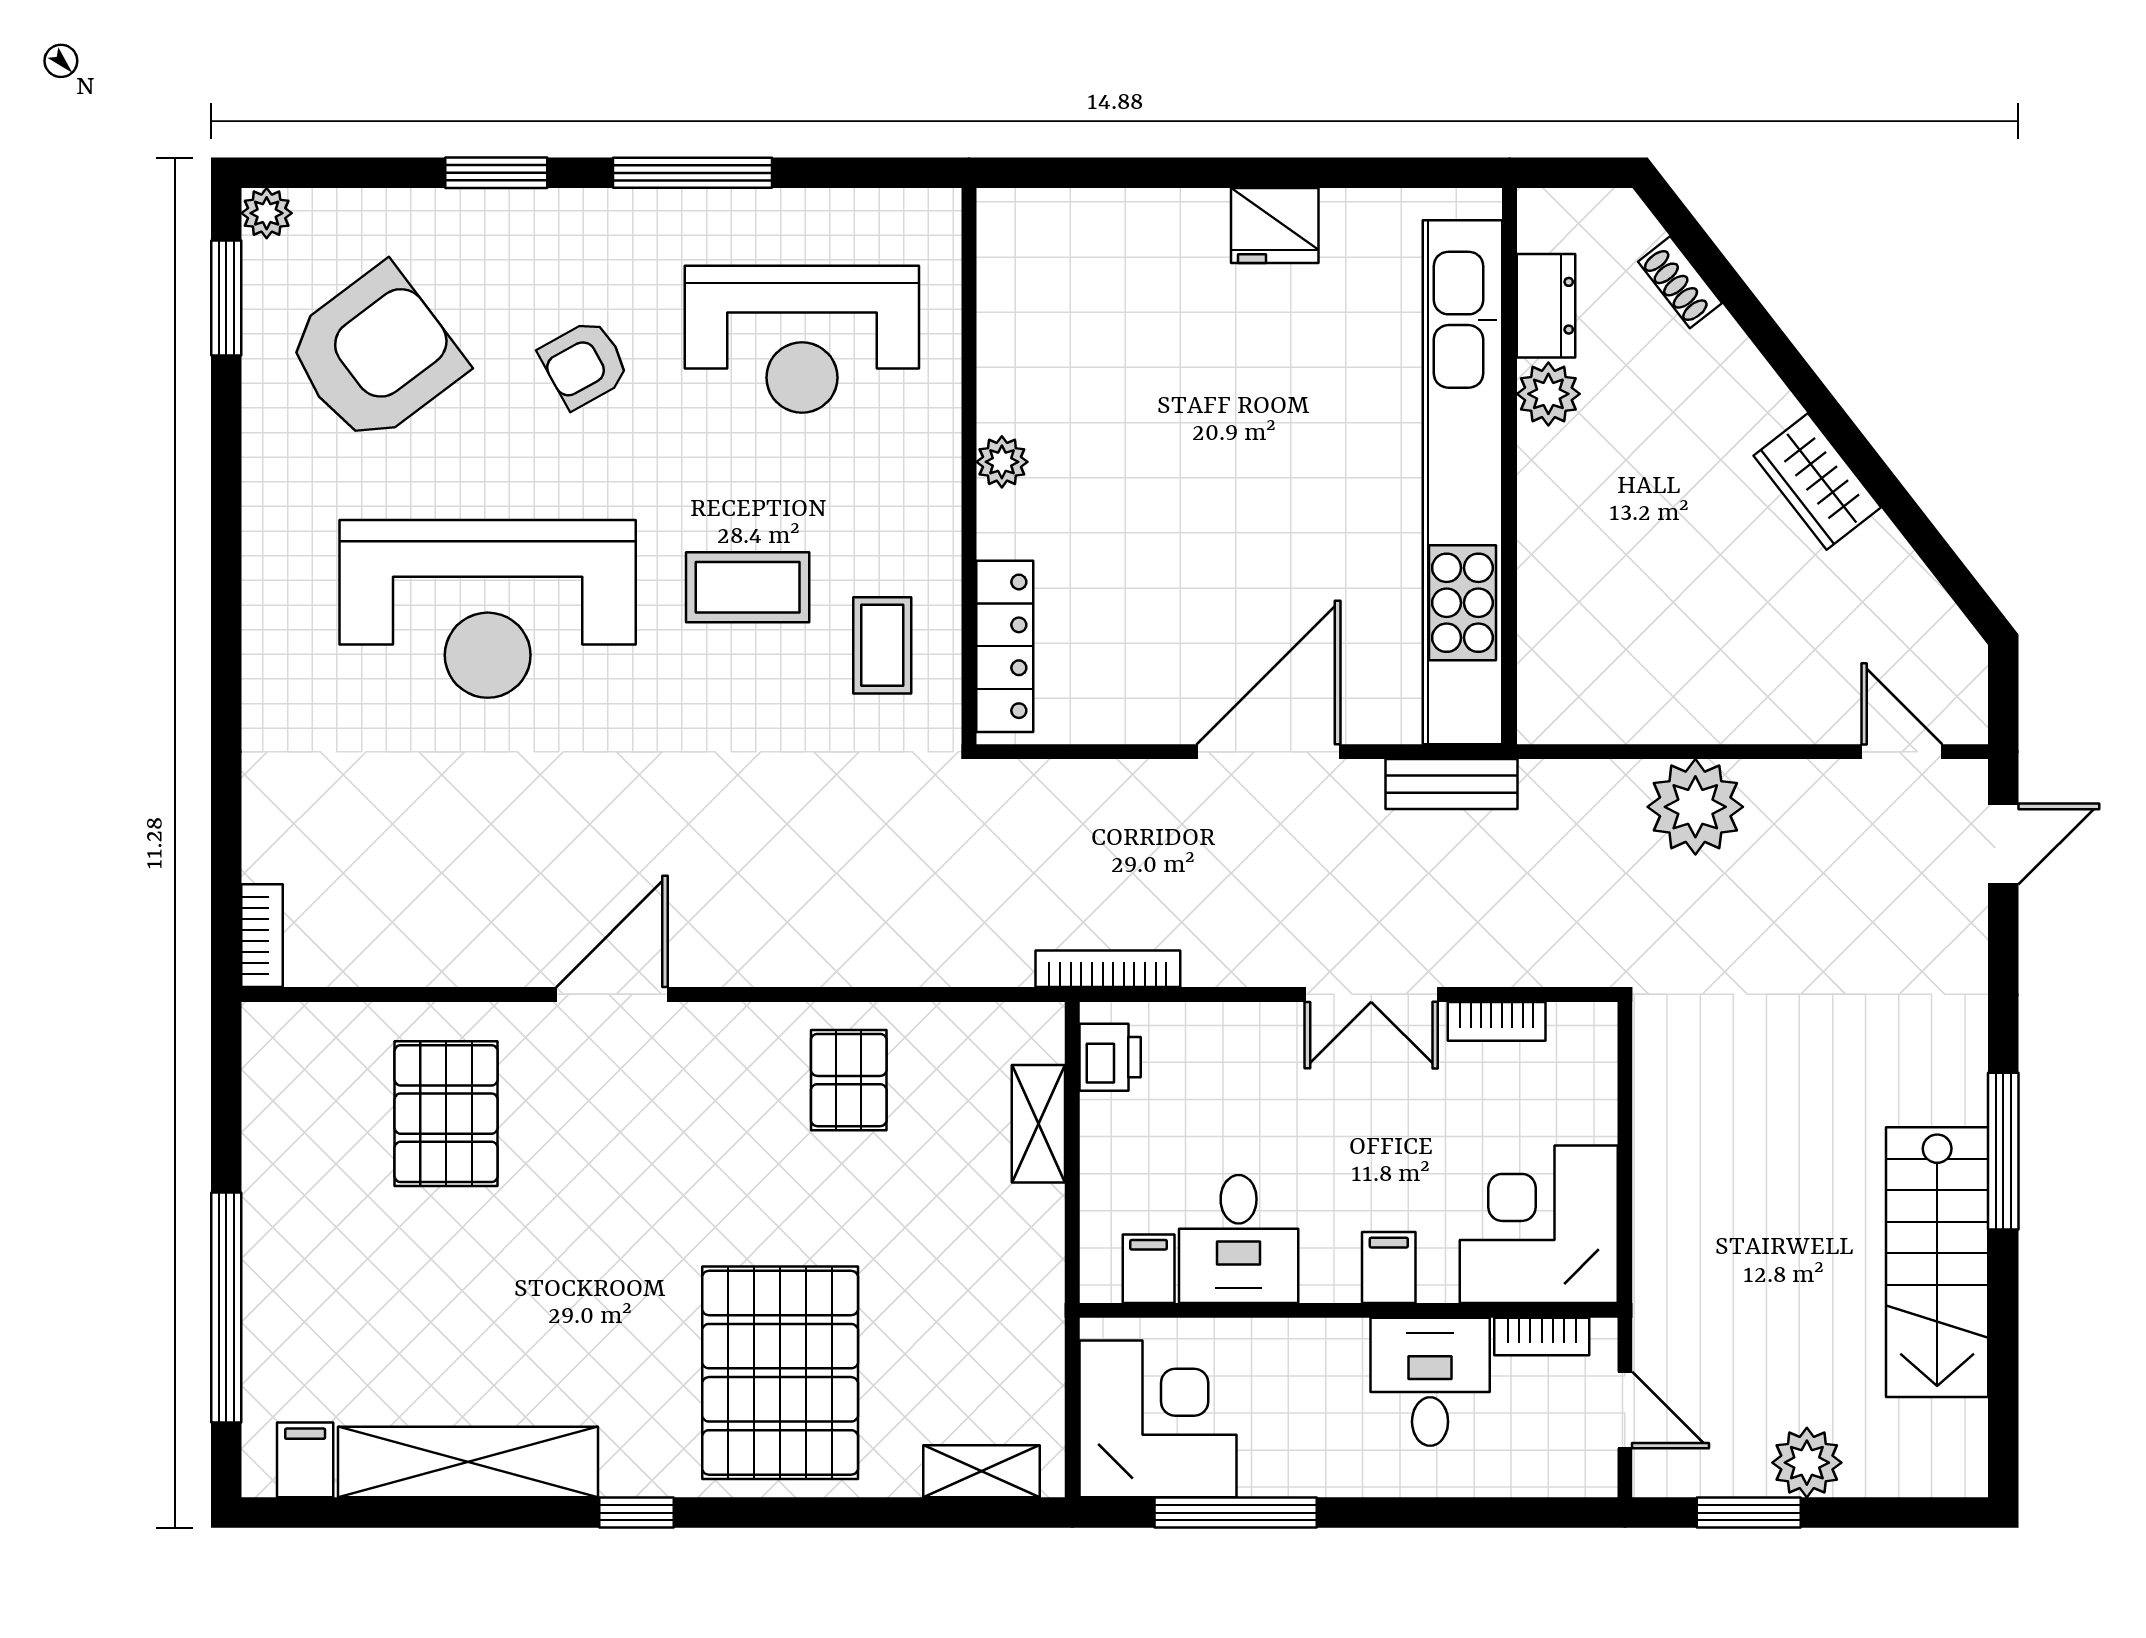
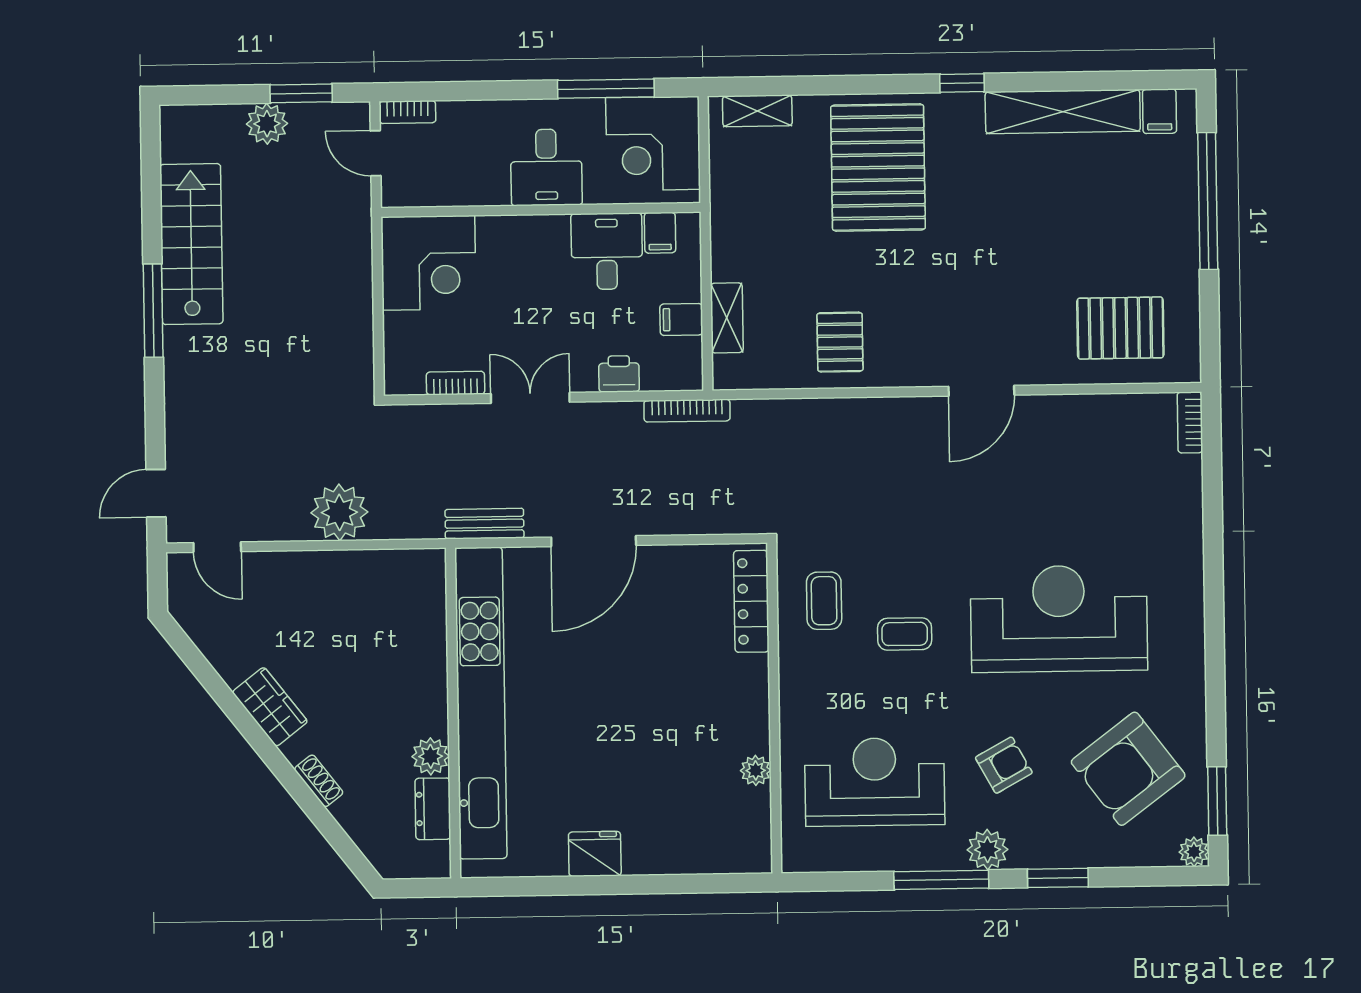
plant: (614, 222) -> (987, 850), added
shoe rack: (1680, 282) -> (319, 781), moved
plant: (1002, 462) -> (756, 770), moved
coffee table: (748, 587) -> (905, 634), width x0.73, depth x0.77
printer: (1110, 1057) -> (619, 374), moved, turned 90
pallet: (446, 1114) -> (1120, 328), moved, turned 90
filing cabinet: (1389, 1267) -> (681, 319), moved, turned 90
bookcase: (1542, 1337) -> (407, 112), moved, turned 180
desk: (1430, 1382) -> (546, 167), moved

